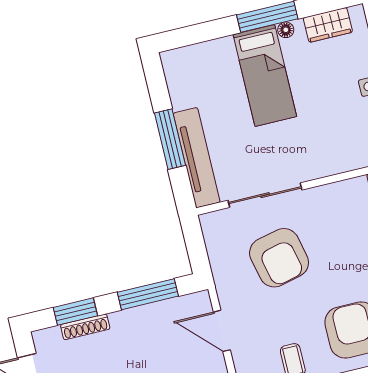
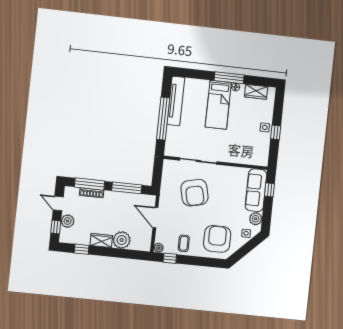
window: (170, 139) -> (163, 119), width x1.46
tv unit: (197, 158) -> (176, 101), moved
window: (75, 312) -> (89, 184), width x1.44

